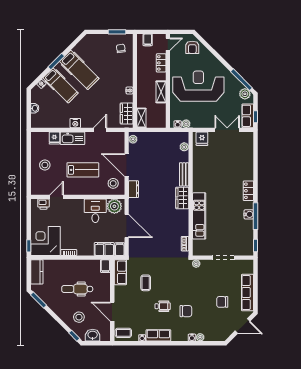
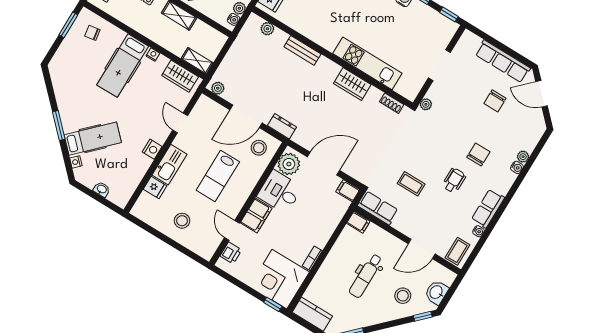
hospital bed: (79, 70) -> (123, 66), moved, turned 135
lab bench: (83, 170) -> (218, 176), turned 180
wardrobe: (182, 198) -> (352, 84), moved
filing cabinet: (104, 249) -> (256, 215), moved, turned 180
door: (243, 326) -> (541, 94), swing flipped

